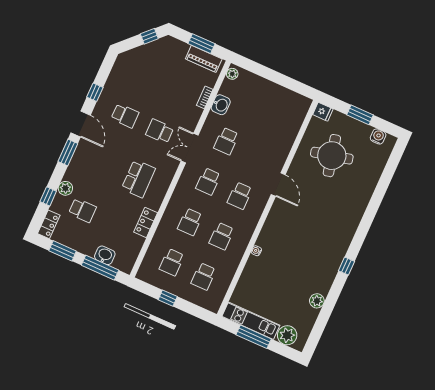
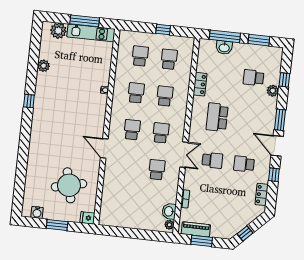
washbasin: (221, 105) -> (169, 211), moved
locker: (49, 224) -> (262, 194), moved

